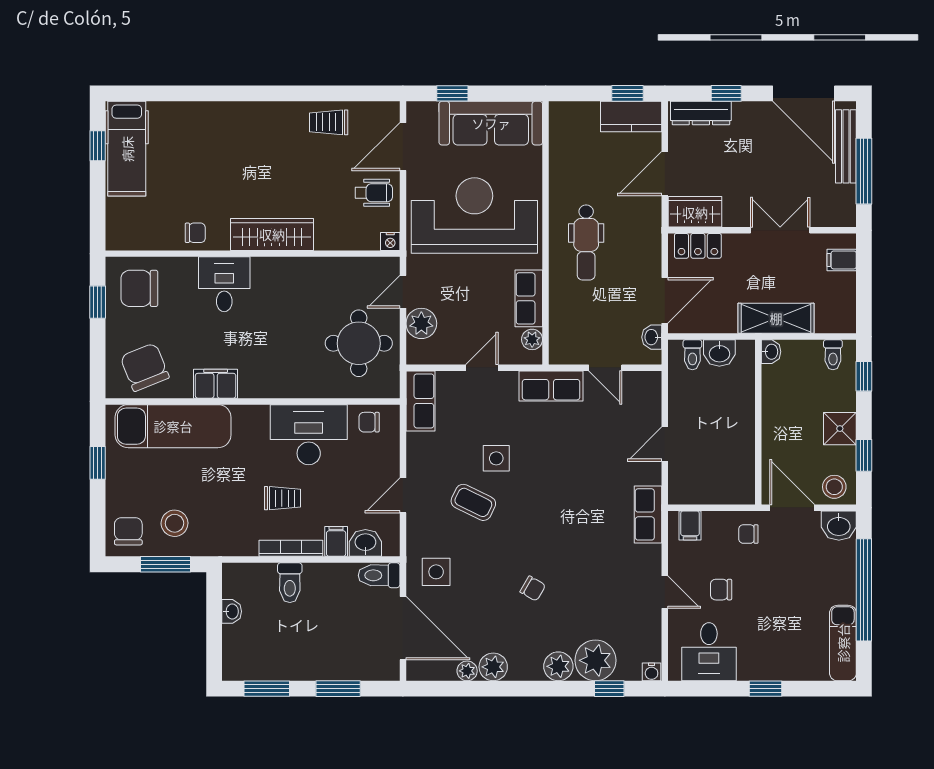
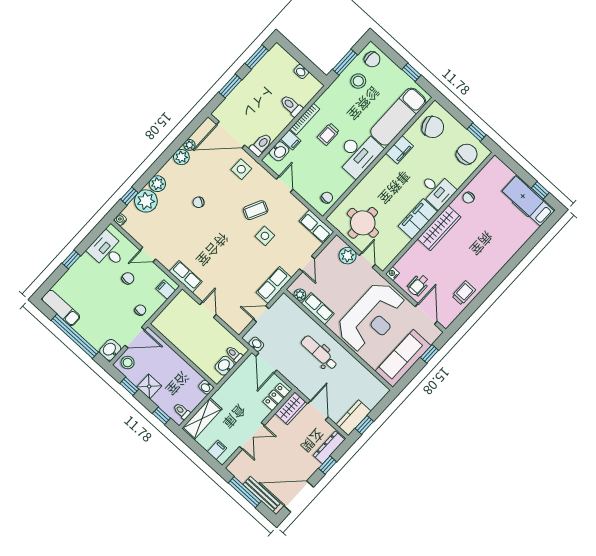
filing cabinet: (286, 274) -> (418, 219), added
shelving: (776, 318) -> (202, 419), moved
desk: (309, 435) -> (358, 153), moved

